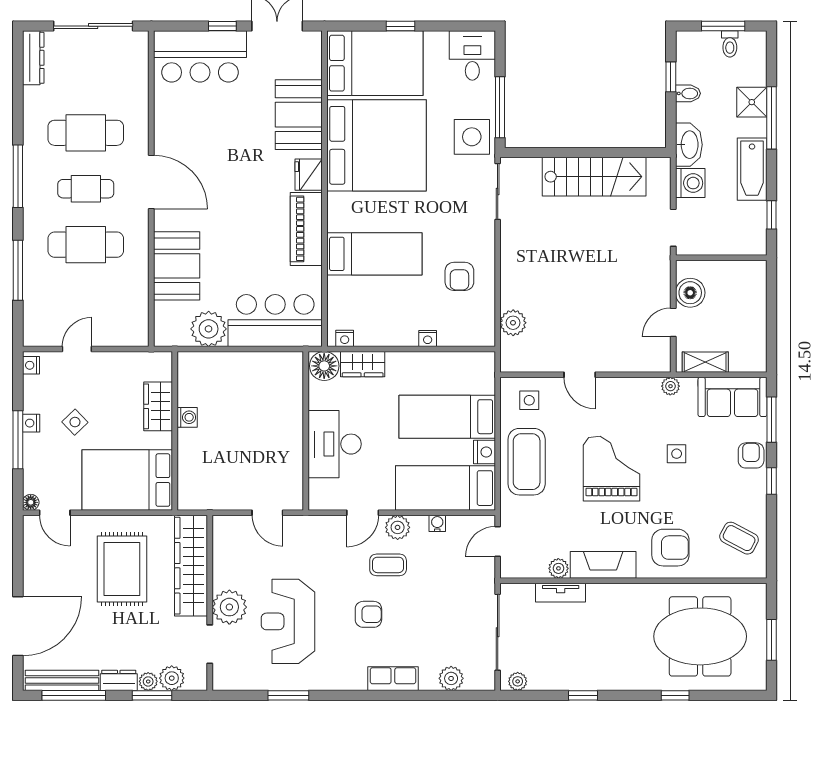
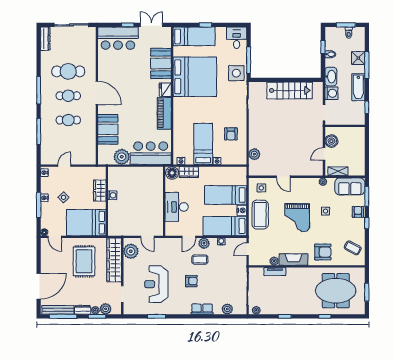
bed: (375, 63) -> (194, 36), width x0.67
cafe table: (86, 245) -> (68, 120), width x0.73, depth x0.74
bed: (374, 254) -> (203, 144), moved, turned -90
grand piano: (611, 469) -> (297, 218), turned 180
plant: (229, 607) -> (131, 251), moved

